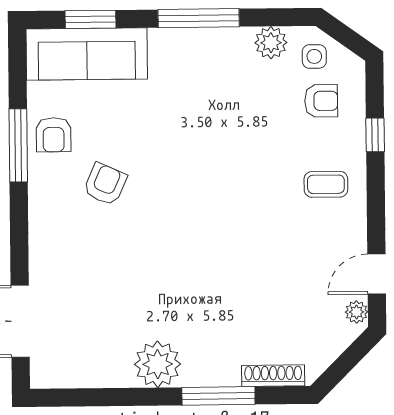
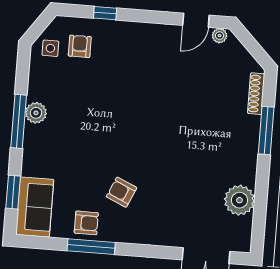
plant: (271, 43) -> (36, 113), moved
sofa: (87, 54) -> (35, 207), width x0.73
coffee table: (326, 184) -> (134, 48), removed
door: (377, 274) -> (196, 20), hinge flipped
plant: (158, 364) -> (239, 200), moved

